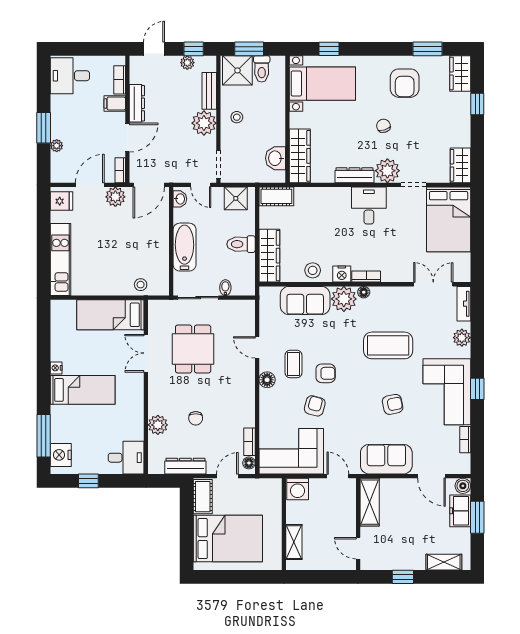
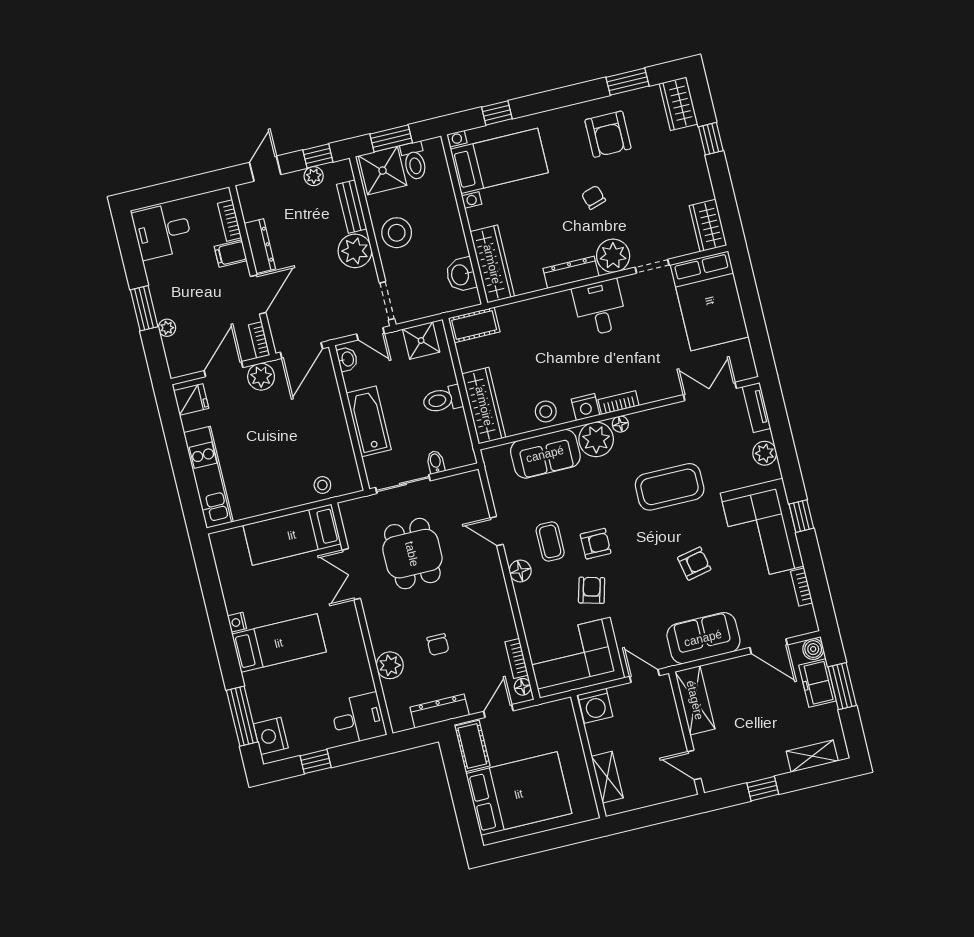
stool: (237, 117) -> (397, 233), width x1.89, depth x1.89

